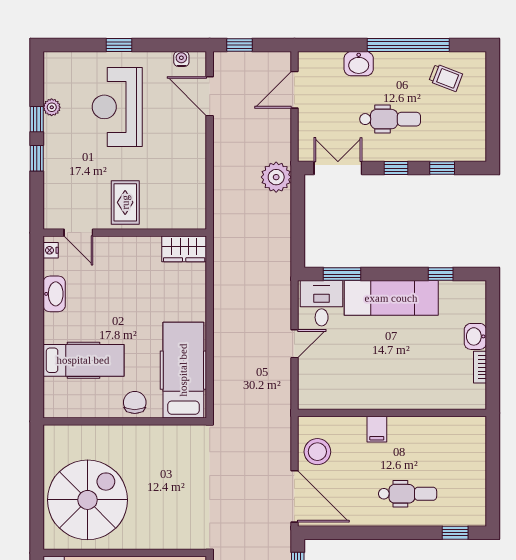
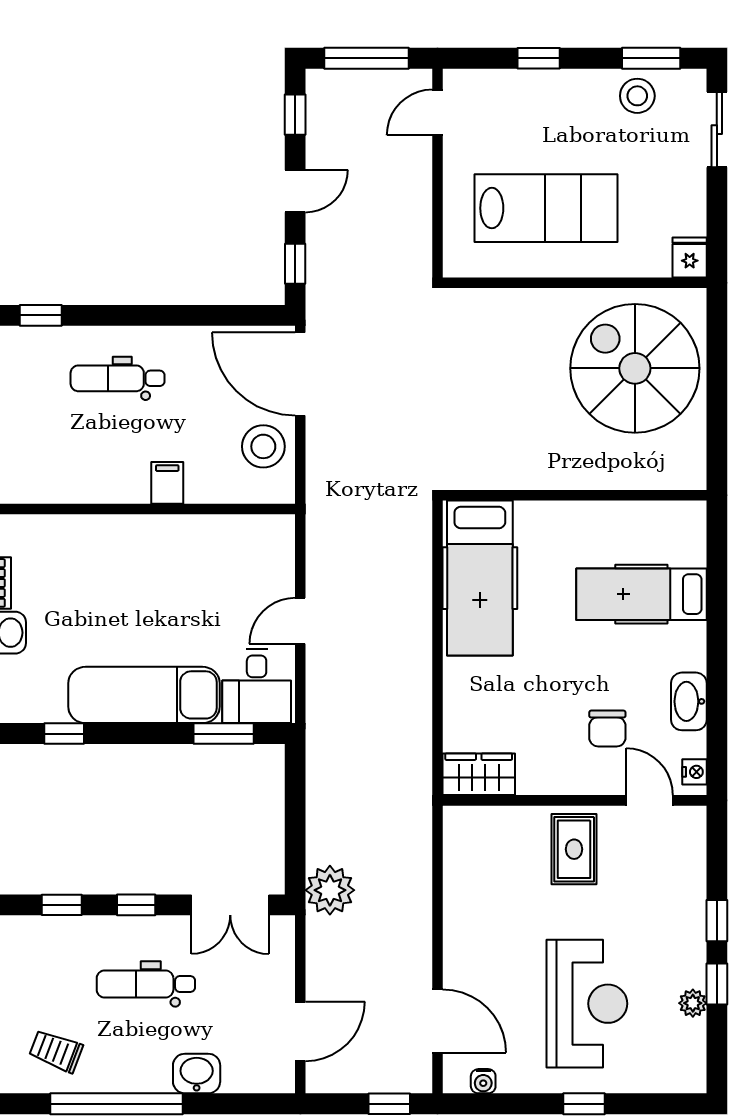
chair: (135, 402) -> (607, 729), moved
spiral stairs: (88, 500) -> (635, 368), turned 90

